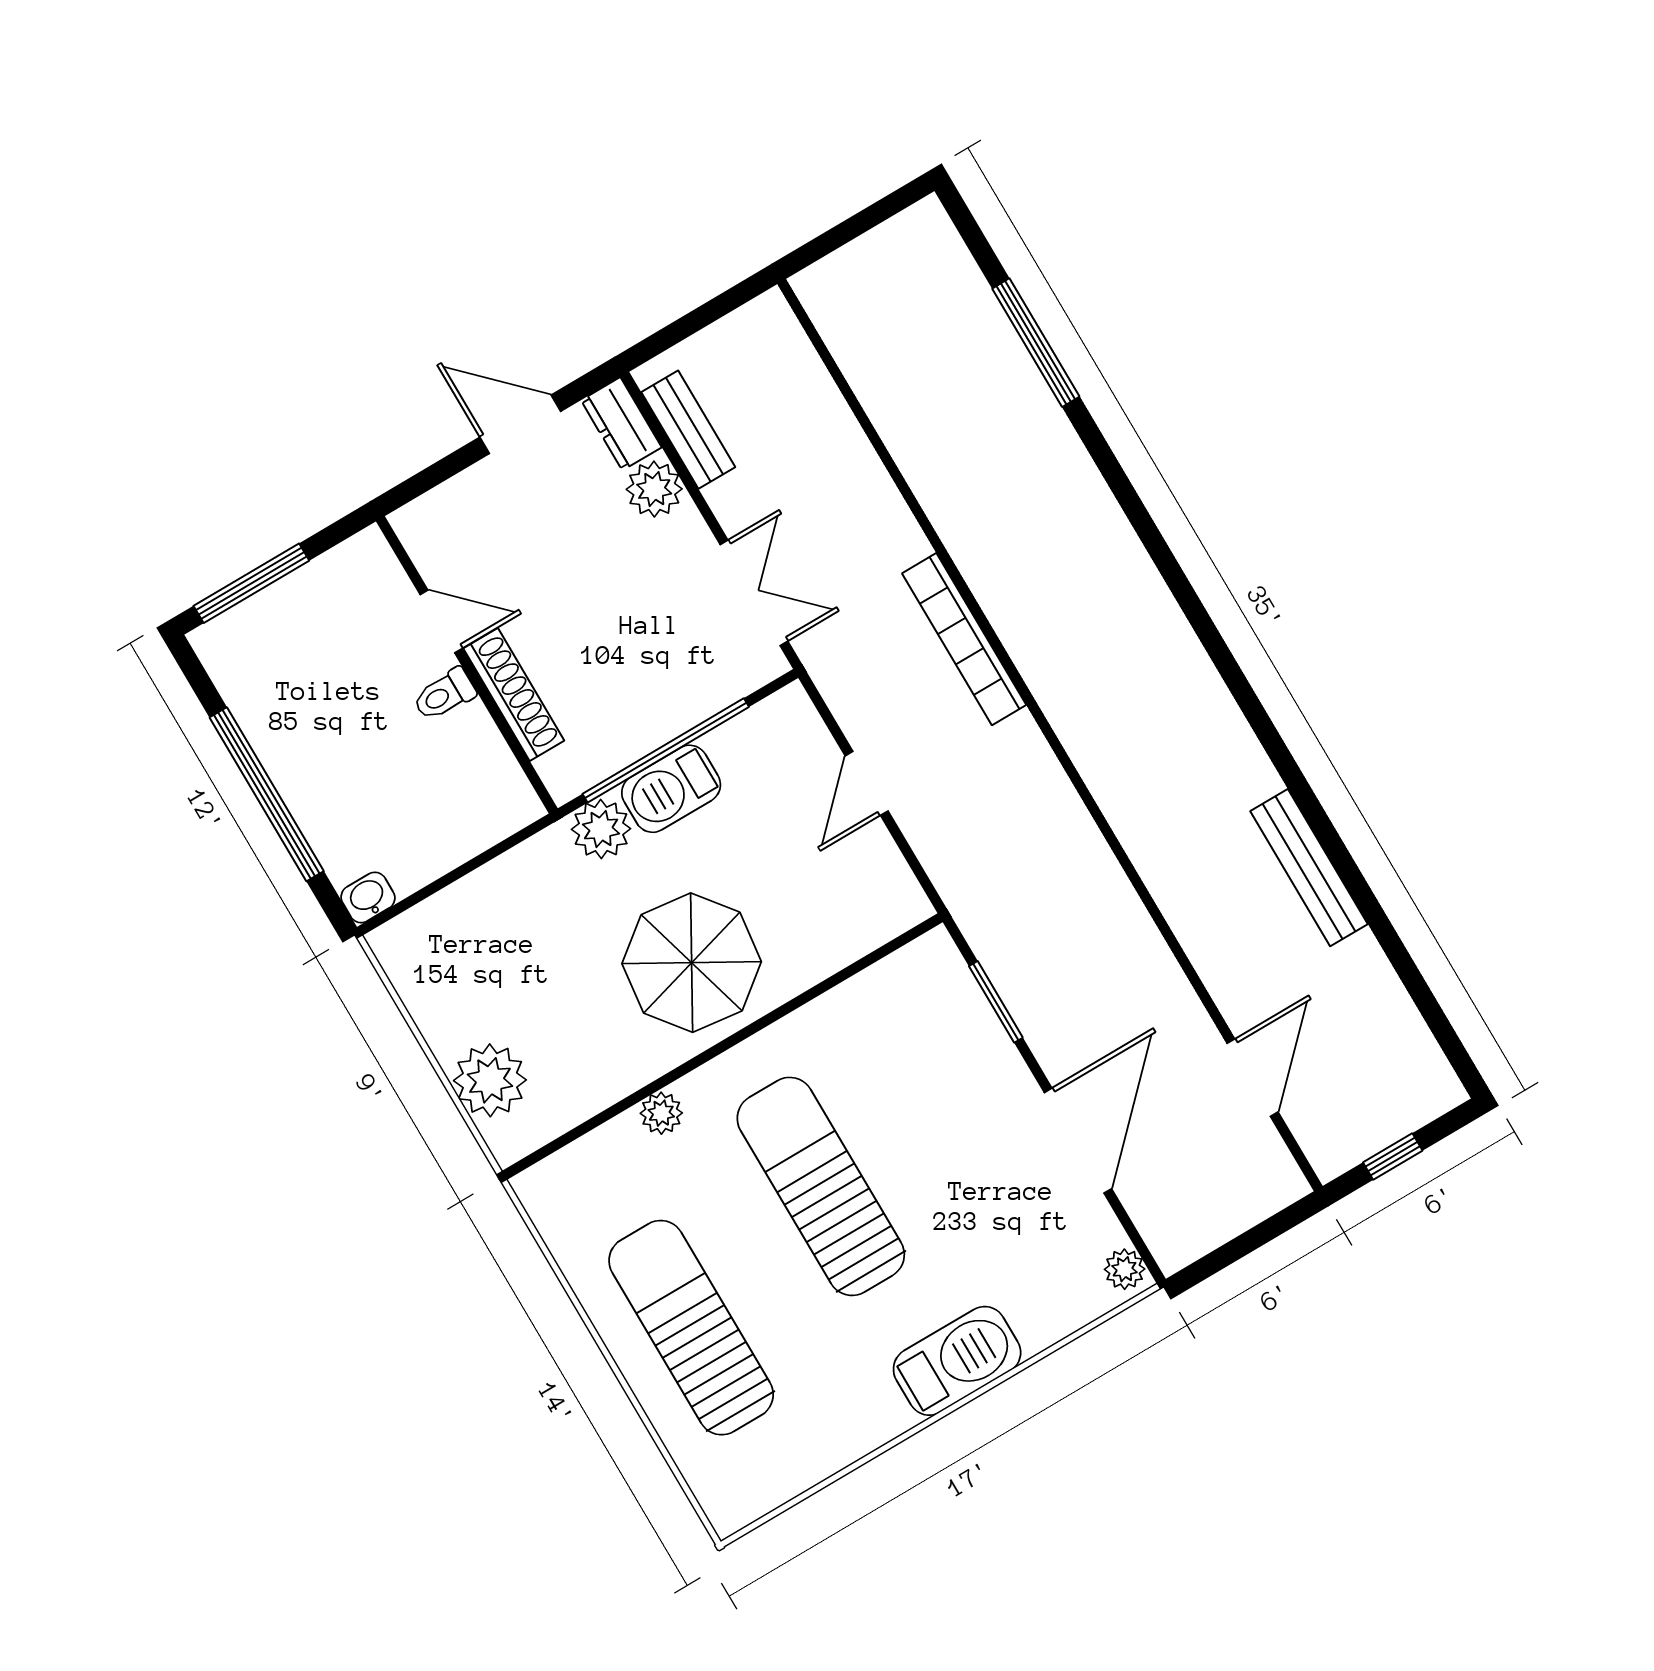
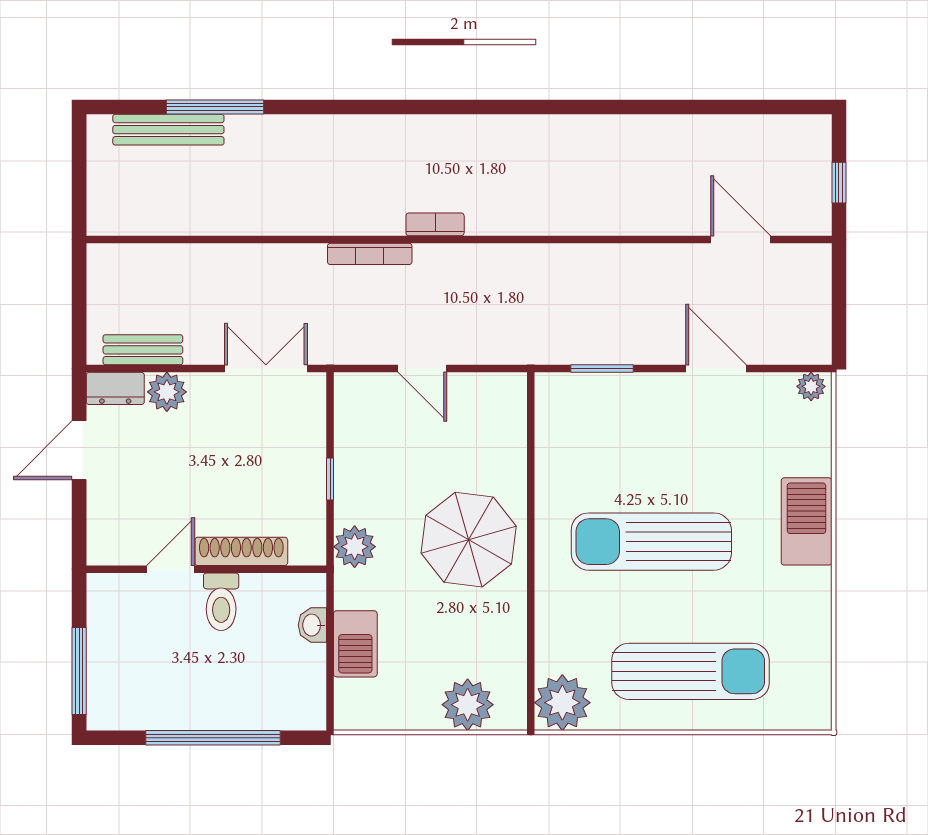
bookcase: (964, 639) -> (370, 254), width x0.68, depth x0.76
toilet: (444, 695) -> (221, 602), width x1.37, depth x1.39
bookcase: (1051, 695) -> (435, 224), added
window: (666, 750) -> (330, 479), width x0.32
barbecue: (671, 789) -> (355, 644), moved
bench: (1309, 868) -> (168, 130), moved
washbasin: (368, 897) -> (312, 625), moved
plant: (661, 1113) -> (562, 703), moved, width x1.88, depth x1.88
door: (1078, 1141) -> (716, 369), width x0.73
sun lounger: (691, 1328) -> (691, 671), turned 180

